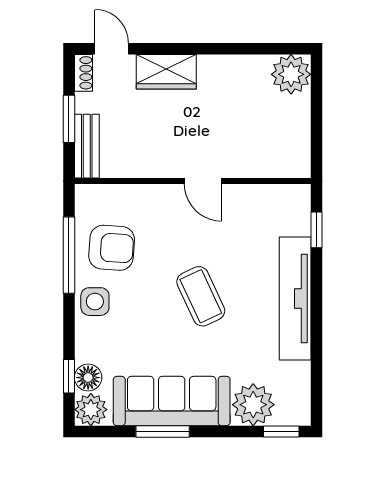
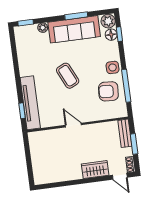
plant: (291, 74) -> (42, 176), removed
tv unit: (295, 298) -> (30, 103), moved
plant: (253, 405) -> (43, 28), width x0.53, depth x0.53

